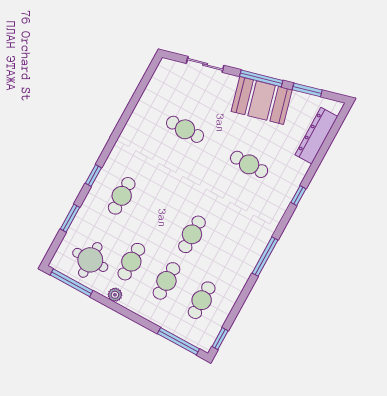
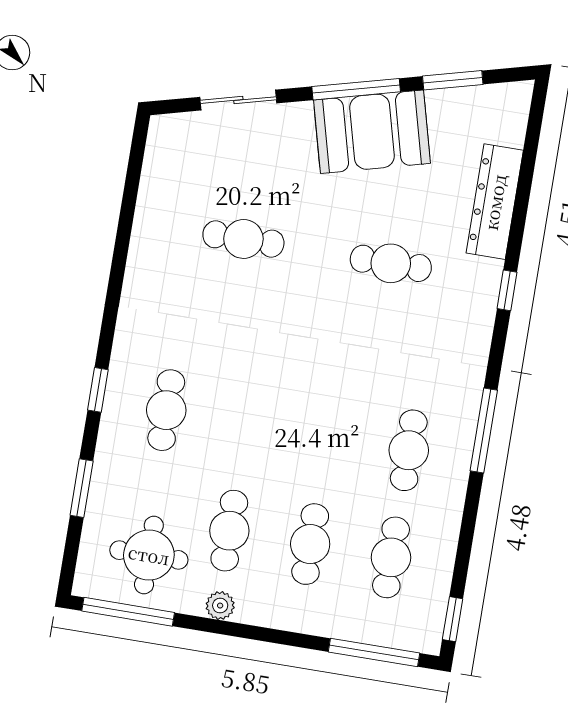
dresser: (316, 136) -> (495, 202), moved
cafe table: (192, 234) -> (409, 450), moved

